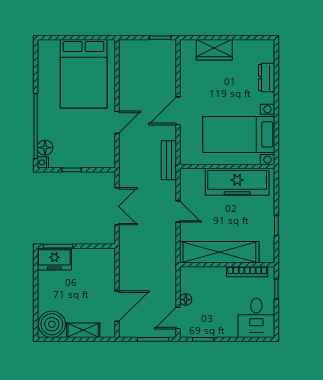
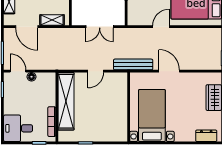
dresser: (267, 78) -> (206, 136), moved
door: (117, 122) -> (161, 27), swing flipped
bench: (169, 160) -> (133, 64), width x1.36
freezer: (237, 182) -> (117, 114), removed
shelving: (108, 271) -> (52, 20), added

